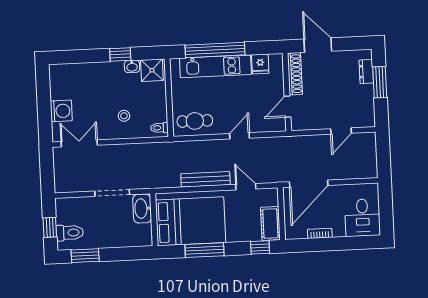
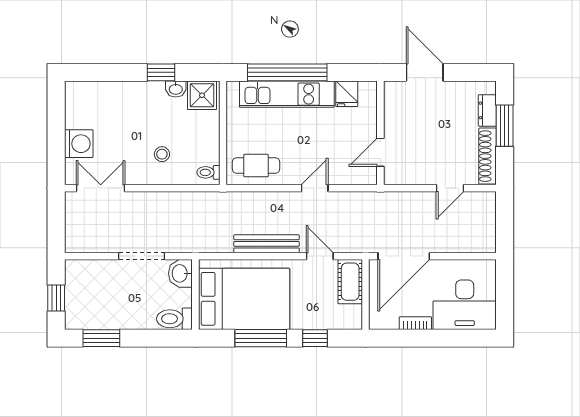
shoe rack: (295, 74) -> (488, 156), moved, turned 180
washbasin: (142, 208) -> (180, 273), width x0.72
desk: (363, 218) -> (465, 305), width x1.37
cot: (270, 224) -> (350, 282), moved
toilet: (70, 233) -> (174, 319), moved, turned 180
window: (260, 247) -> (315, 338), moved

